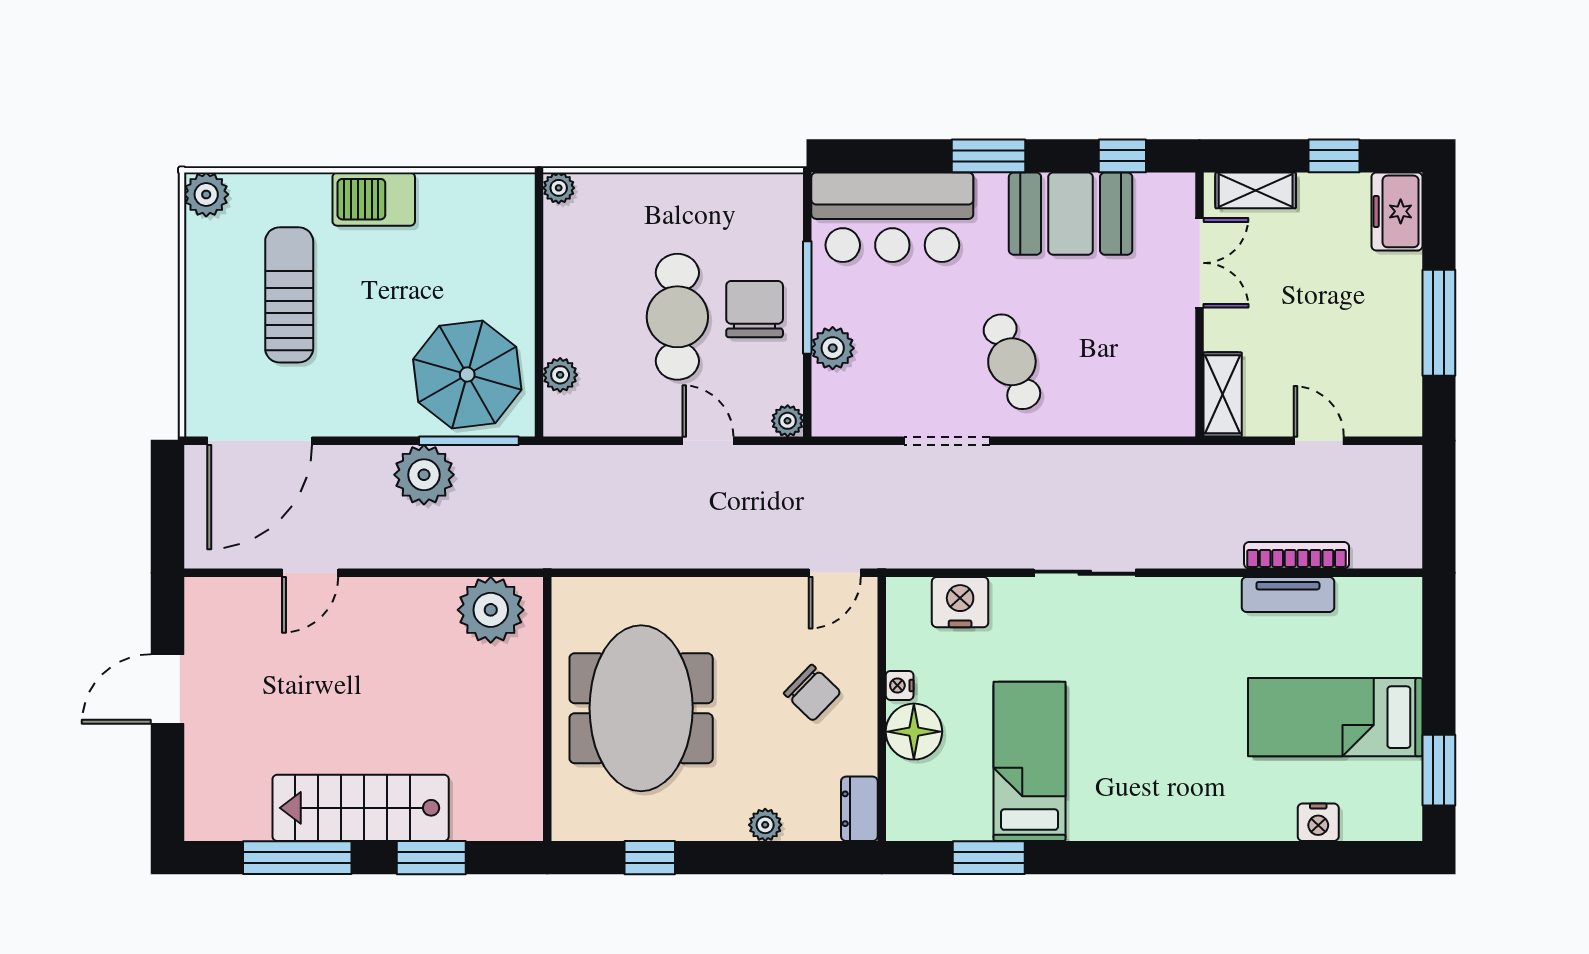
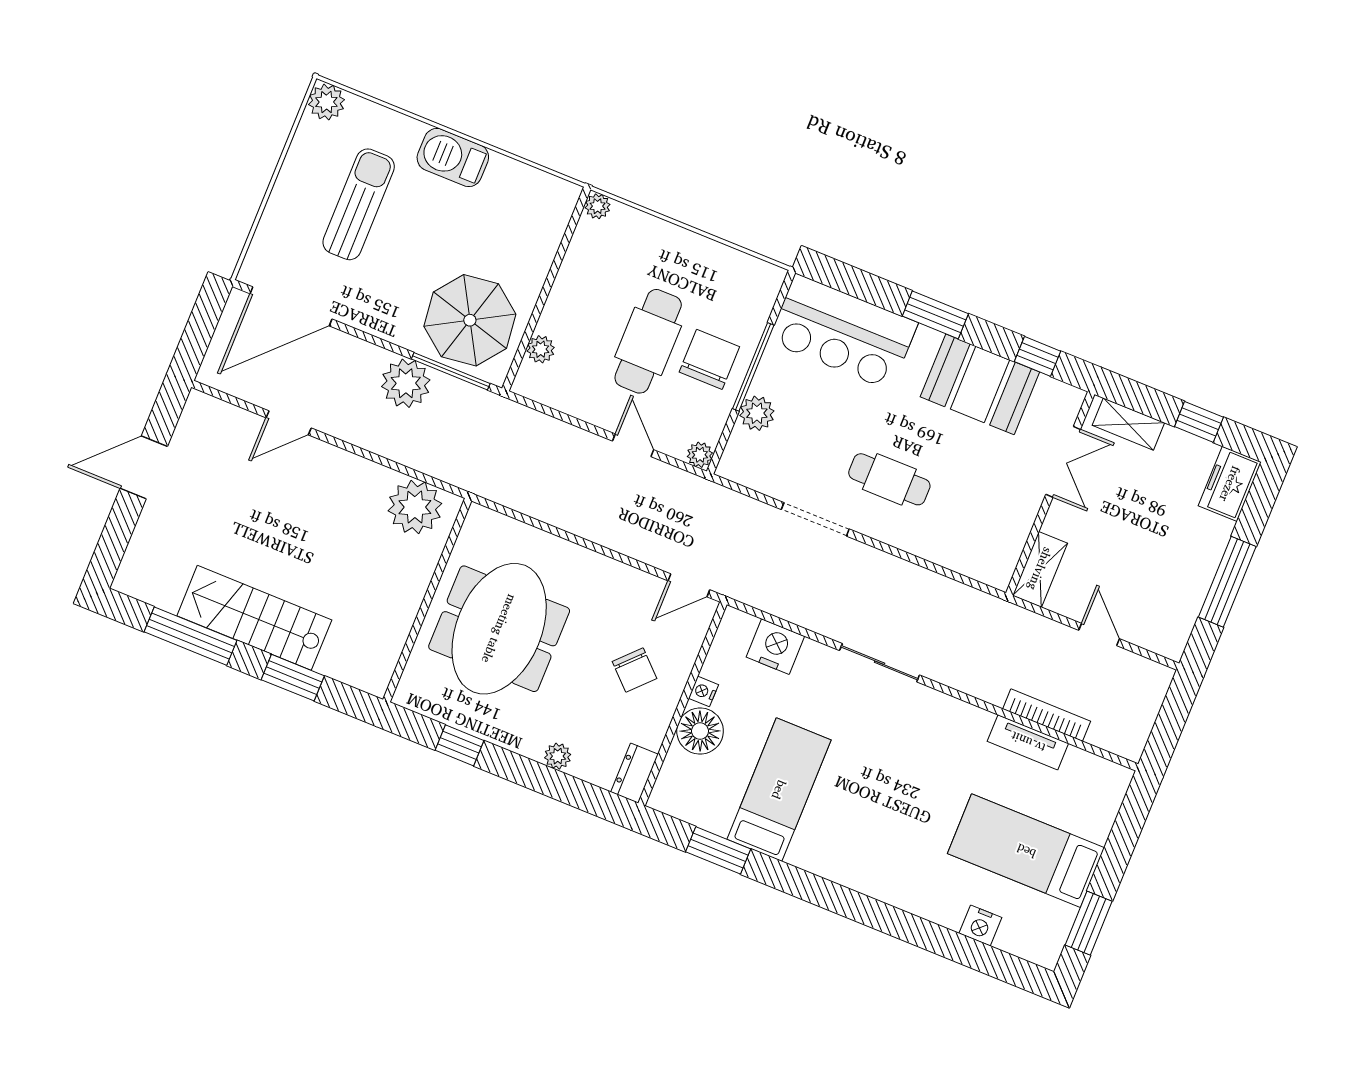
cafe table: (1012, 362) -> (889, 479), turned -70

